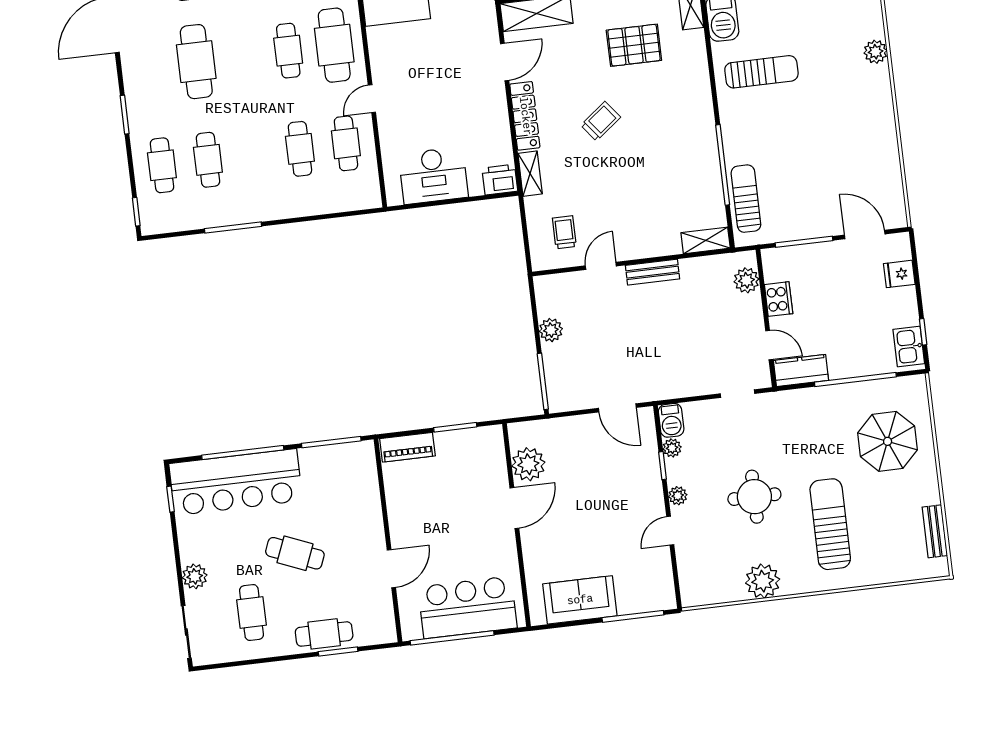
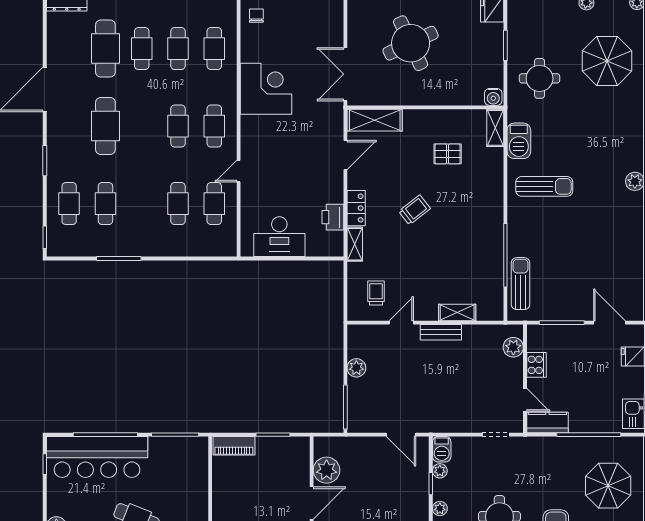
cafe table: (334, 45) -> (214, 126), width x0.73, depth x0.74
pallet: (634, 45) -> (448, 154), width x0.67, depth x0.71
locker: (525, 116) -> (356, 208), width x0.66
printer: (500, 180) -> (333, 217), moved, turned -90
shelving: (706, 240) -> (457, 312), moved

